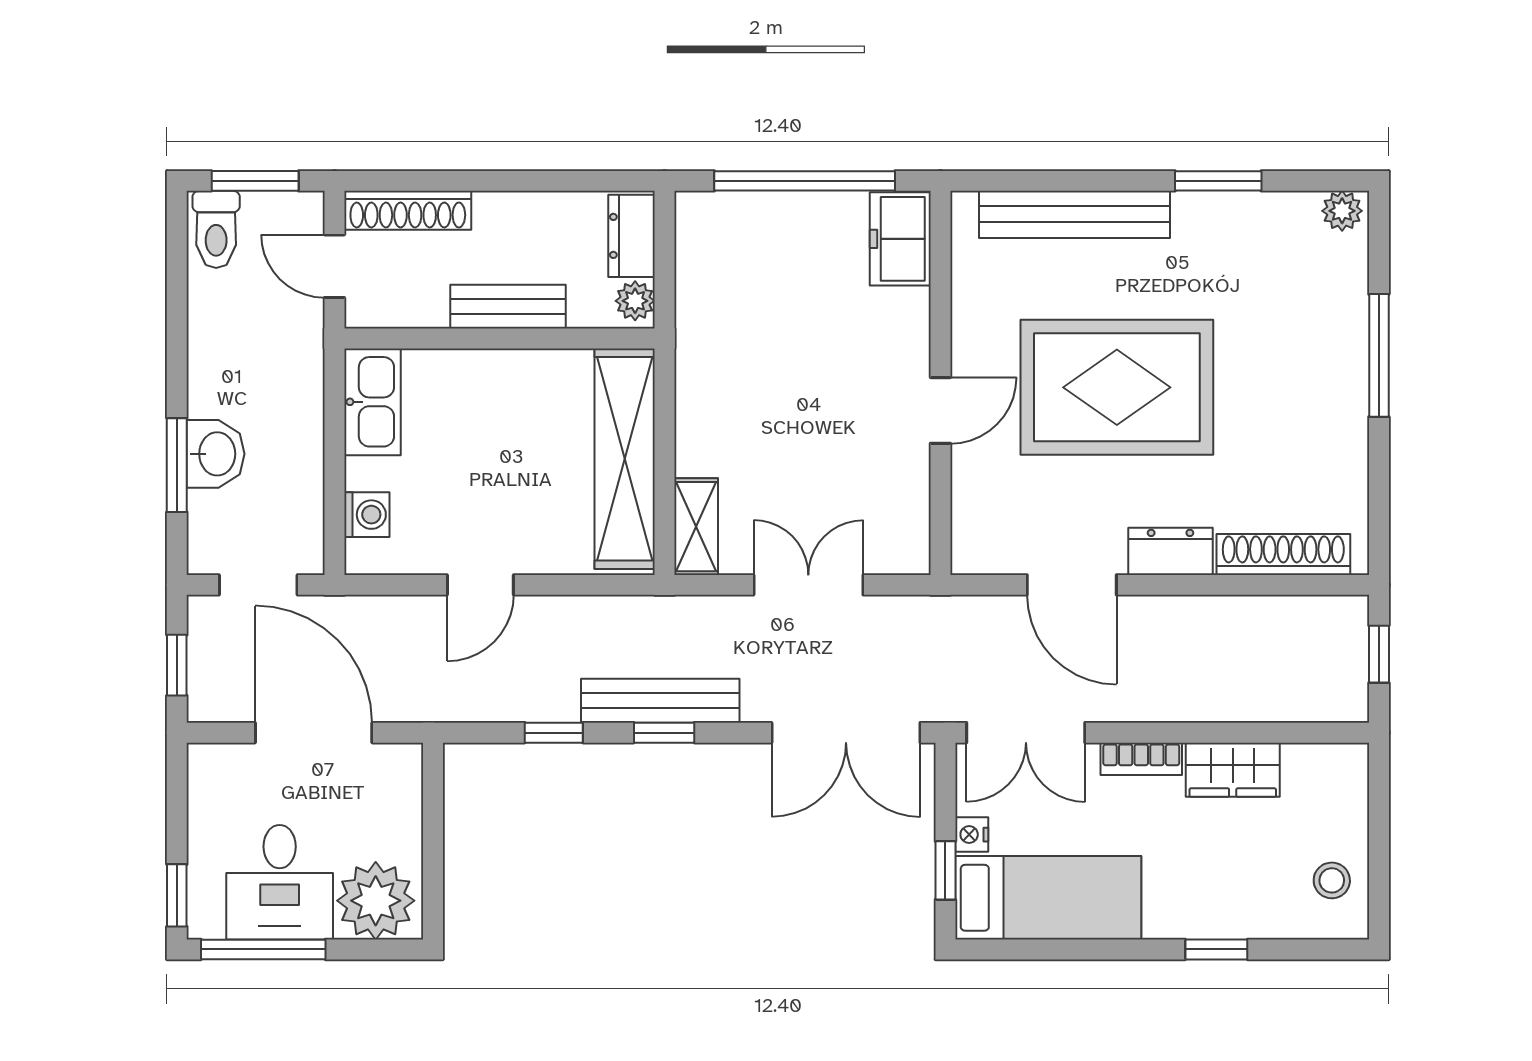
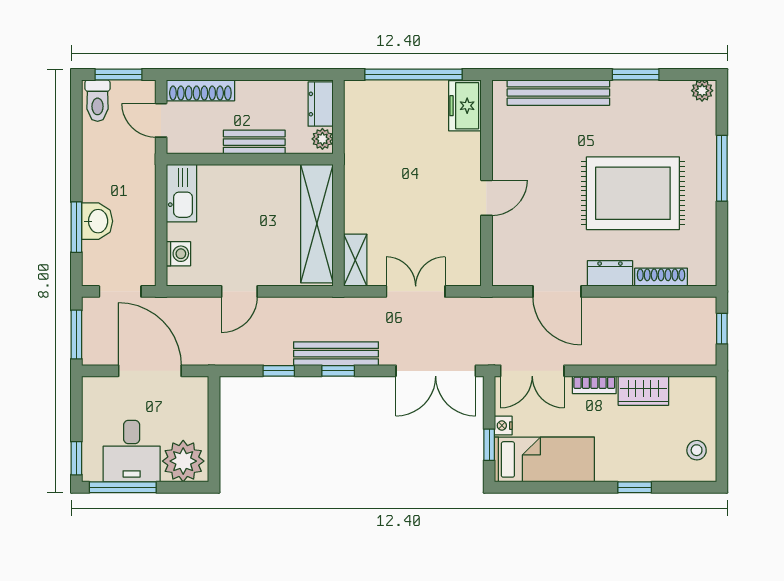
rug: (1117, 387) -> (633, 193), moved
shoe rack: (1283, 554) -> (661, 277), width x0.74, depth x0.81
window: (177, 665) -> (76, 335), width x1.50

